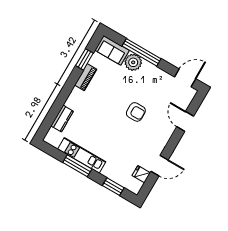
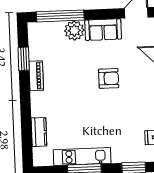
sofa: (112, 50) -> (103, 30), moved
window: (142, 52) -> (60, 16), moved

